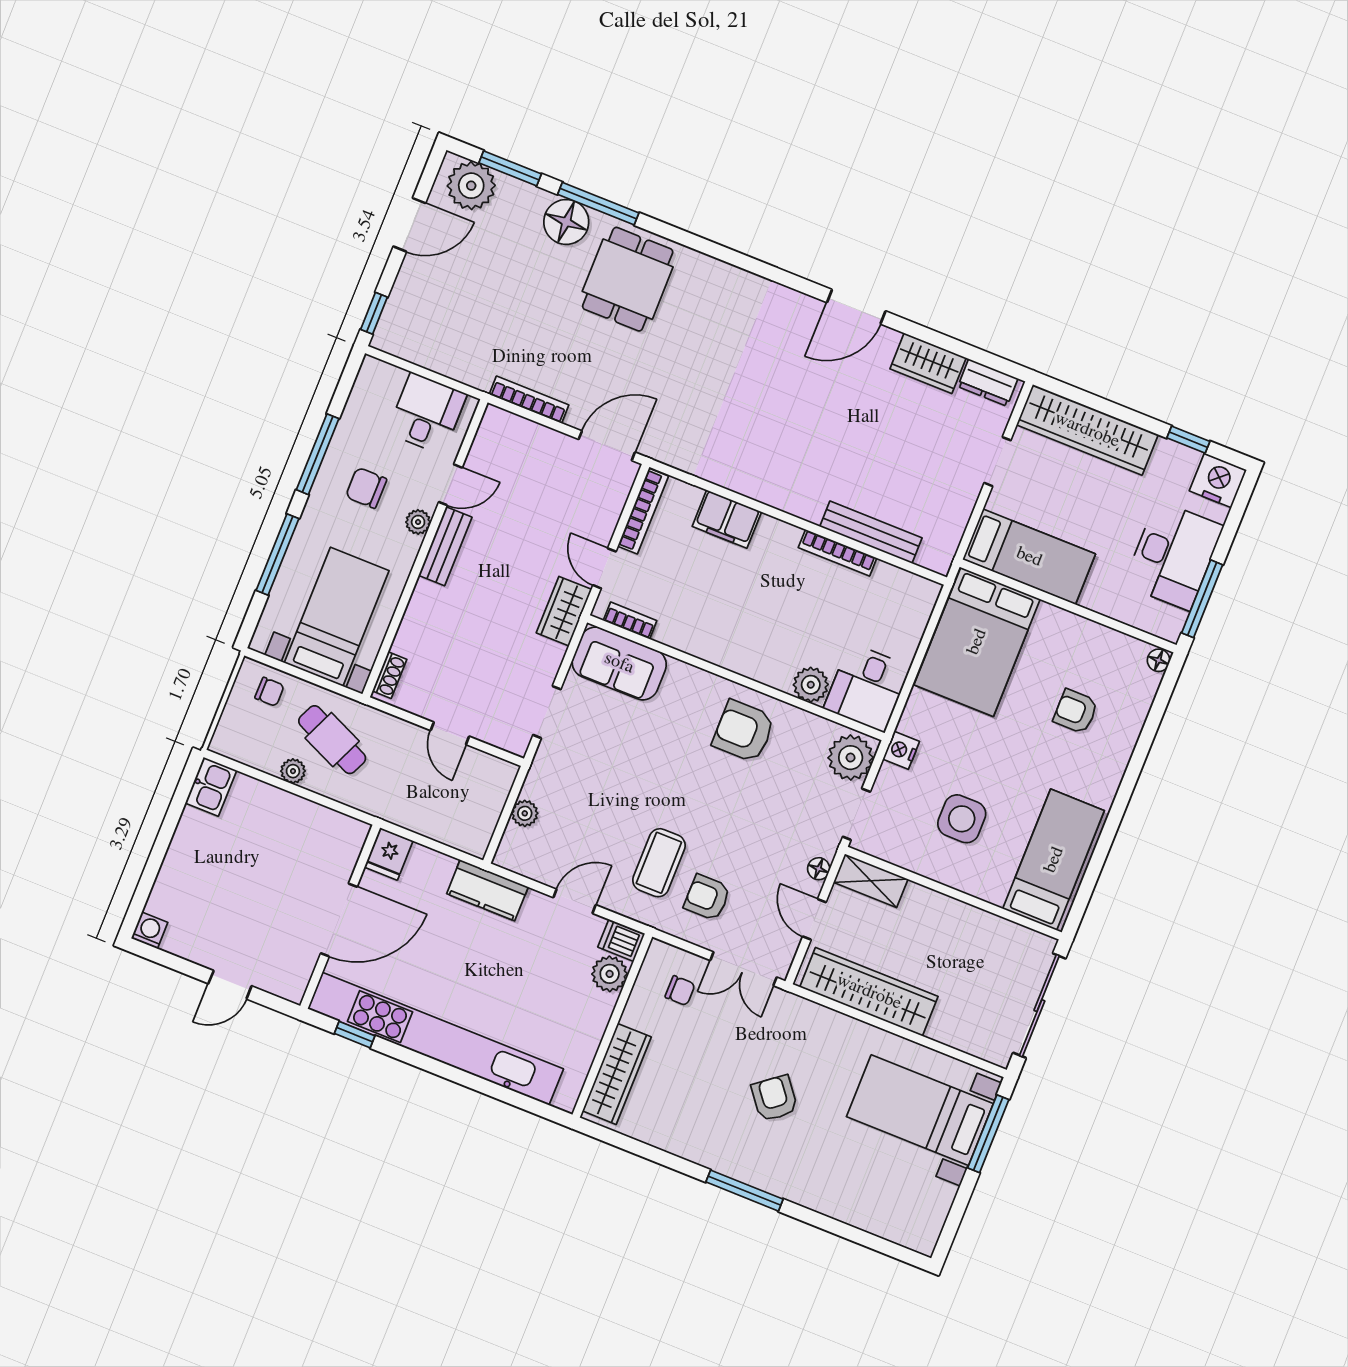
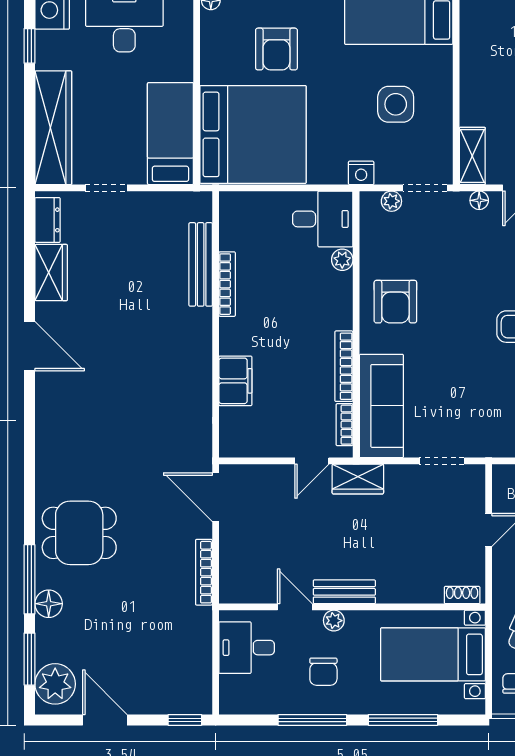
floor lamp: (566, 222) -> (49, 604), width x0.73, depth x0.73
bookcase: (643, 511) -> (344, 366), moved, turned -90
bed: (977, 642) -> (253, 134), width x1.36
sofa: (619, 663) -> (381, 406), width x1.36
plant: (811, 685) -> (342, 260), width x0.73, depth x0.73
armchair: (1076, 711) -> (276, 49), width x1.38, depth x1.38
plant: (851, 758) -> (391, 201), width x0.53, depth x0.53

